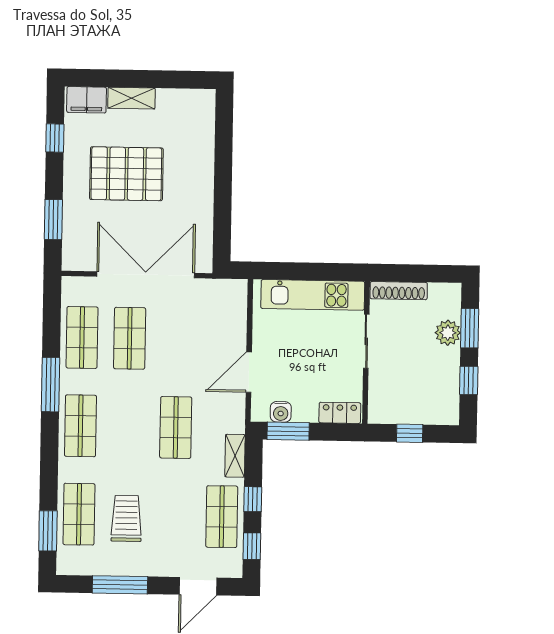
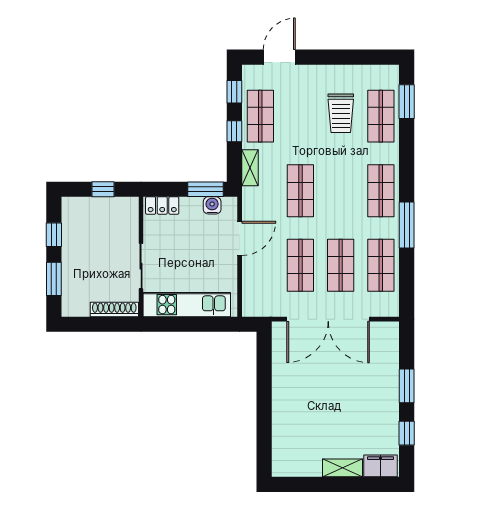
pallet: (126, 174) -> (346, 404), removed
window: (53, 220) -> (407, 386), moved
plant: (448, 333) -> (72, 275), removed
shop shelf: (177, 339) -> (300, 265), added
window: (120, 585) -> (345, 57), removed

